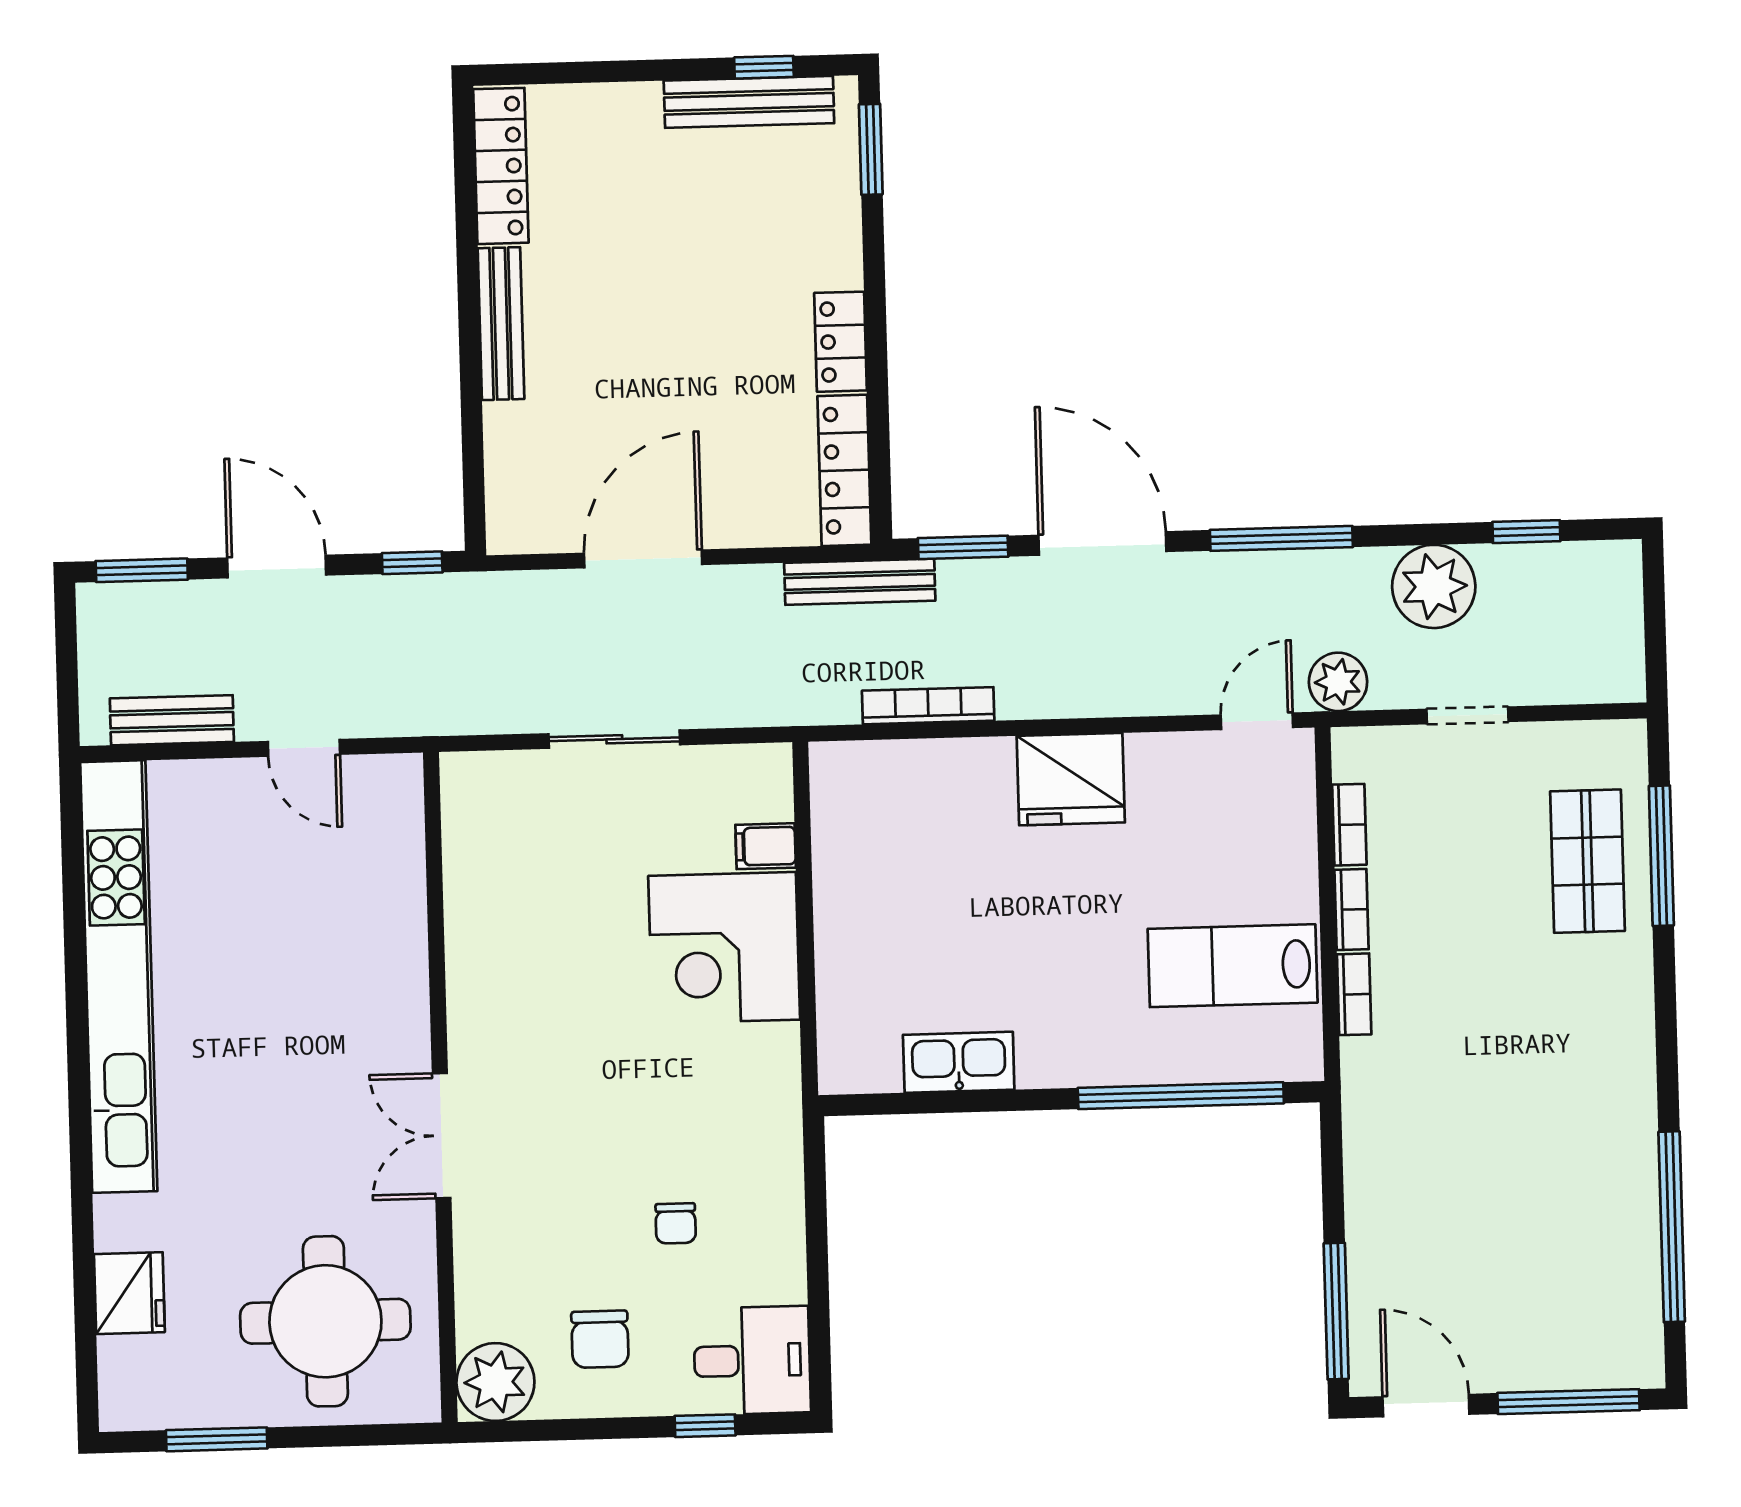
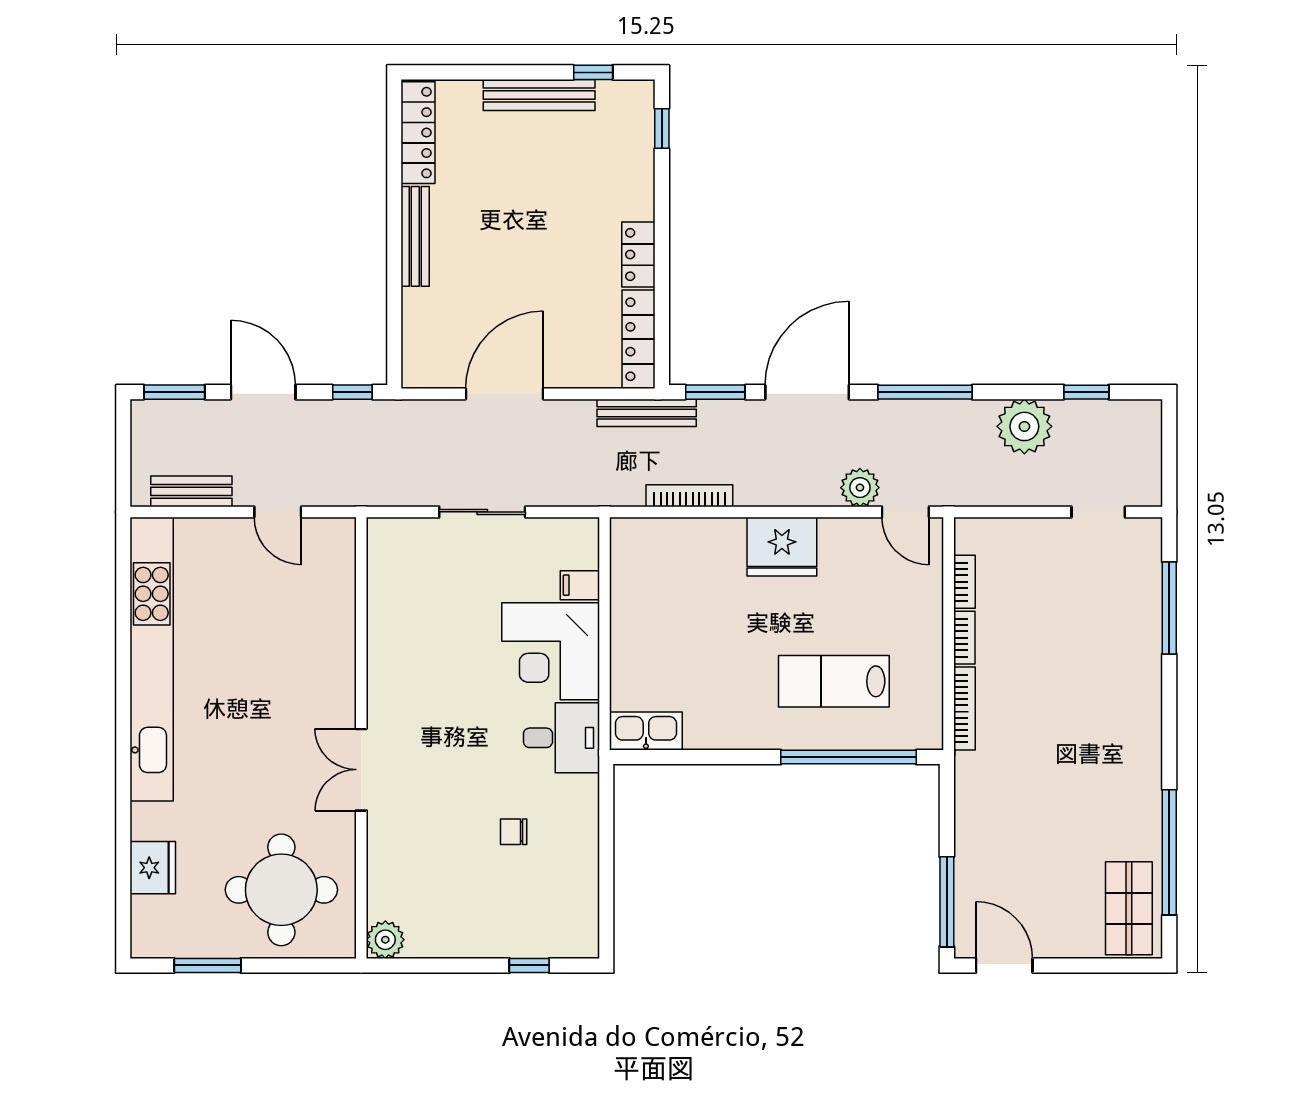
bench: (749, 102) -> (539, 95), moved
window: (871, 149) -> (662, 128), width x0.67
door: (1102, 543) -> (807, 392), hinge flipped
plant: (1338, 682) -> (860, 488), moved
doorway: (1468, 715) -> (1098, 512), moved
door: (1257, 721) -> (905, 512), swing flipped
shop shelf: (1587, 861) -> (1129, 908), moved
lab bench: (1233, 966) -> (834, 681), moved
bookcase: (1354, 994) -> (964, 708), width x1.56
kitchen sink: (959, 1062) -> (646, 731), moved
chair: (676, 1223) -> (514, 832), turned 90
chair: (600, 1339) -> (462, 907), removed
desk: (752, 1360) -> (561, 738), moved
plant: (495, 1382) -> (385, 940), width x0.73, depth x0.73
window: (1569, 1402) -> (1098, 965), removed

